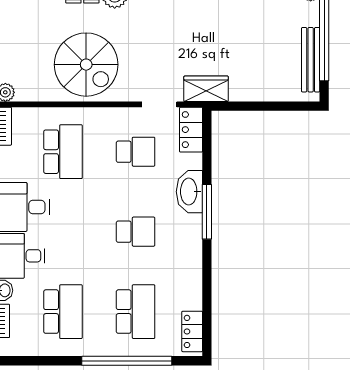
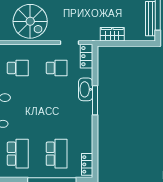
wardrobe: (206, 89) -> (112, 34), moved
school desk: (63, 152) -> (18, 68), width x0.54
school desk: (136, 232) -> (57, 111), removed

